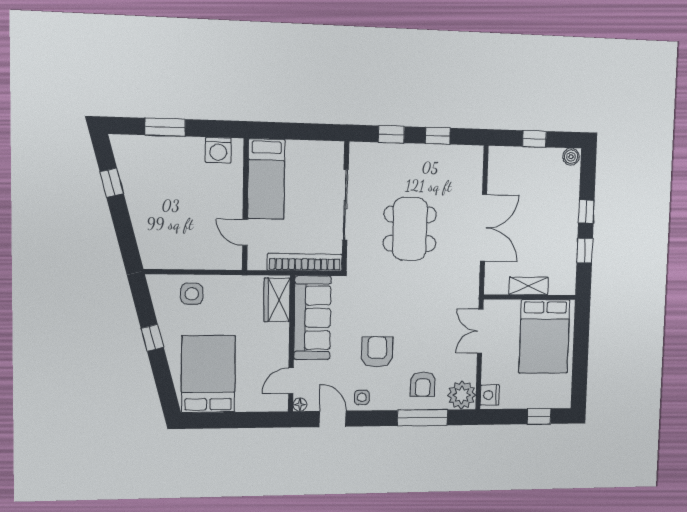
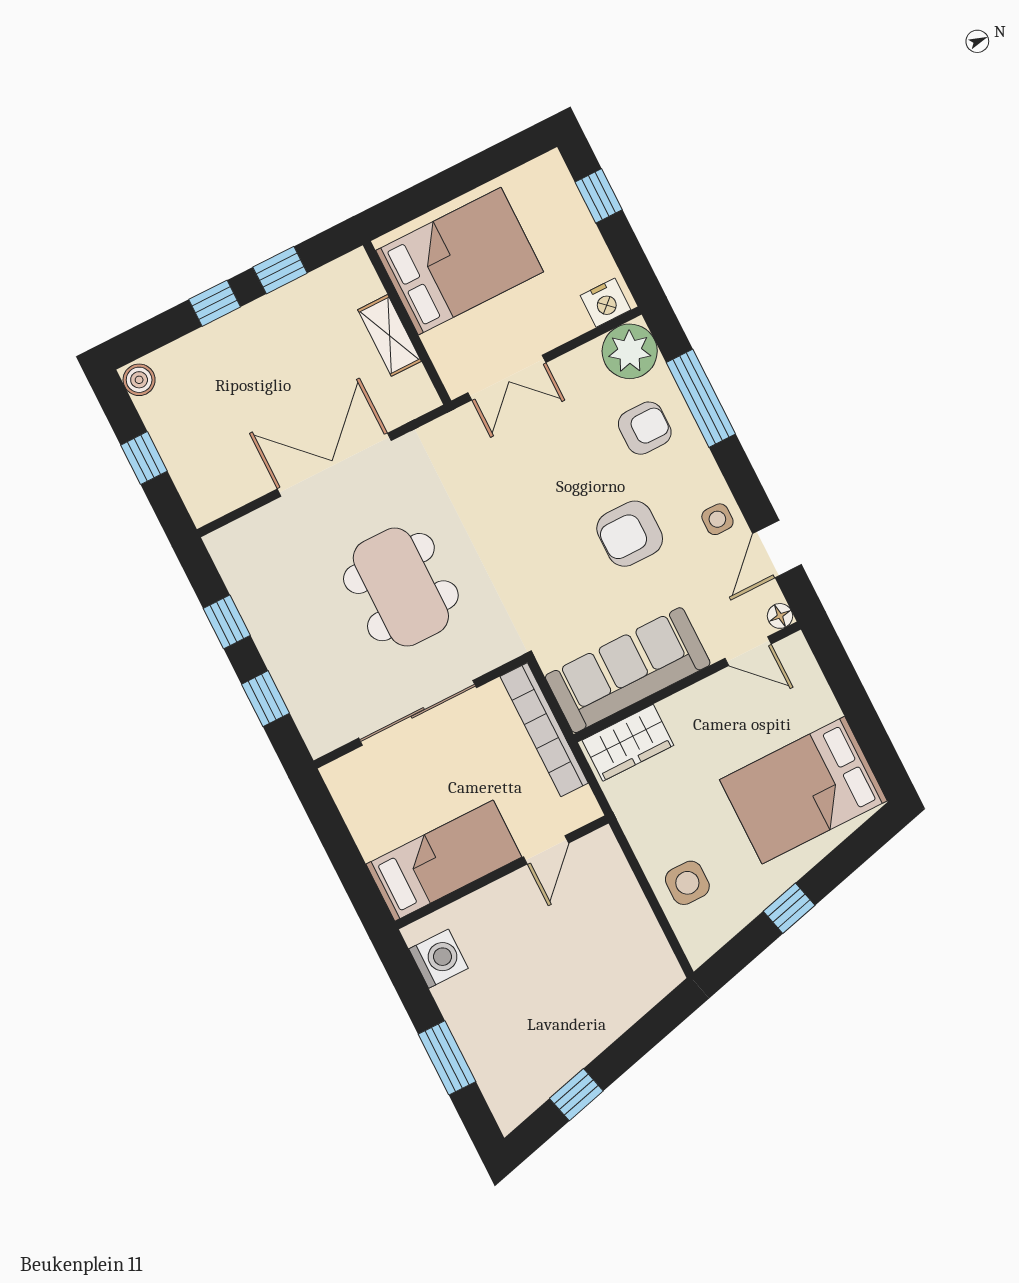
dining table: (410, 229) -> (401, 587), turned 90

